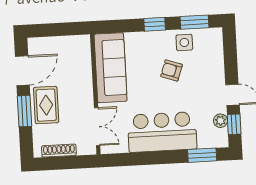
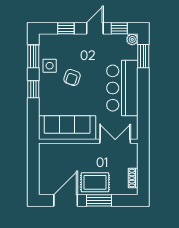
window: (231, 60) -> (66, 28), added
door: (22, 71) -> (66, 200), hinge flipped
plant: (220, 121) -> (132, 39), moved
shoe rack: (59, 151) -> (133, 178), width x0.70

